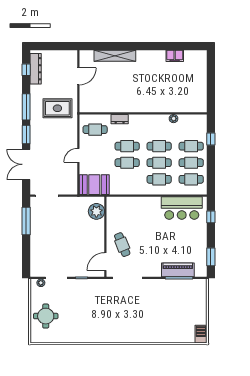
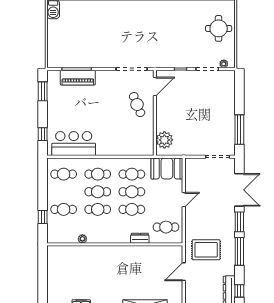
door: (78, 76) -> (184, 272), moved
cafe table: (191, 163) -> (132, 174), moved

